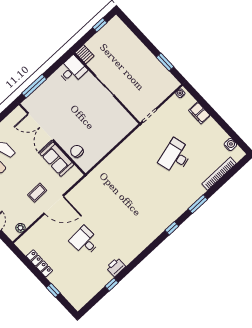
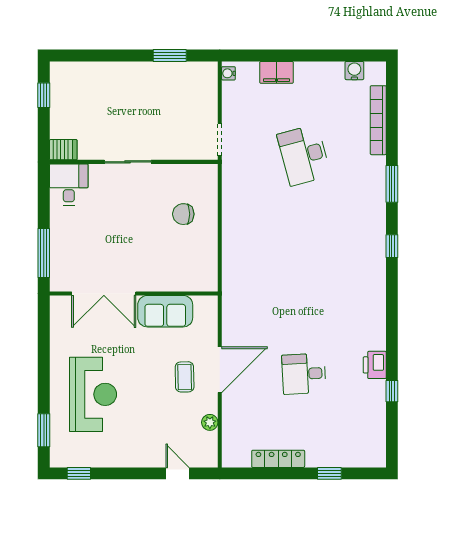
chair: (77, 151) -> (183, 214), moved
plant: (20, 228) -> (210, 422), moved

